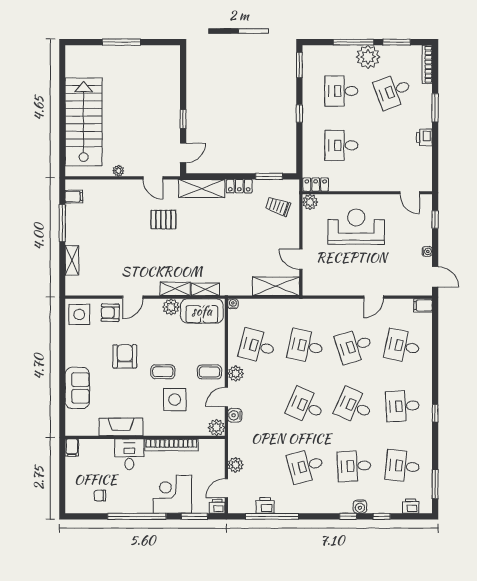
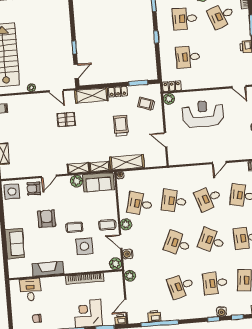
trolley: (240, 234) -> (121, 126), added
shelving: (276, 286) -> (127, 162), moved
door: (226, 397) -> (121, 242), hinge flipped
filing cabinet: (72, 448) -> (14, 286), removed
desk: (129, 454) -> (30, 290), moved
plant: (235, 465) -> (130, 276), moved

